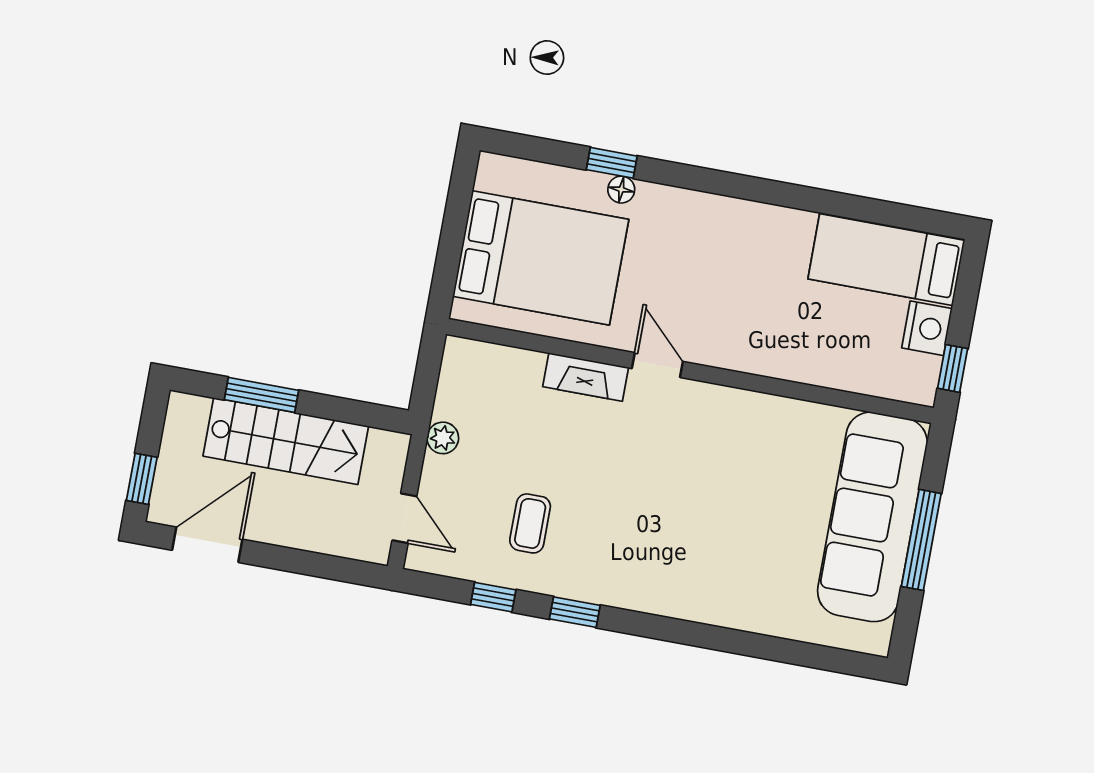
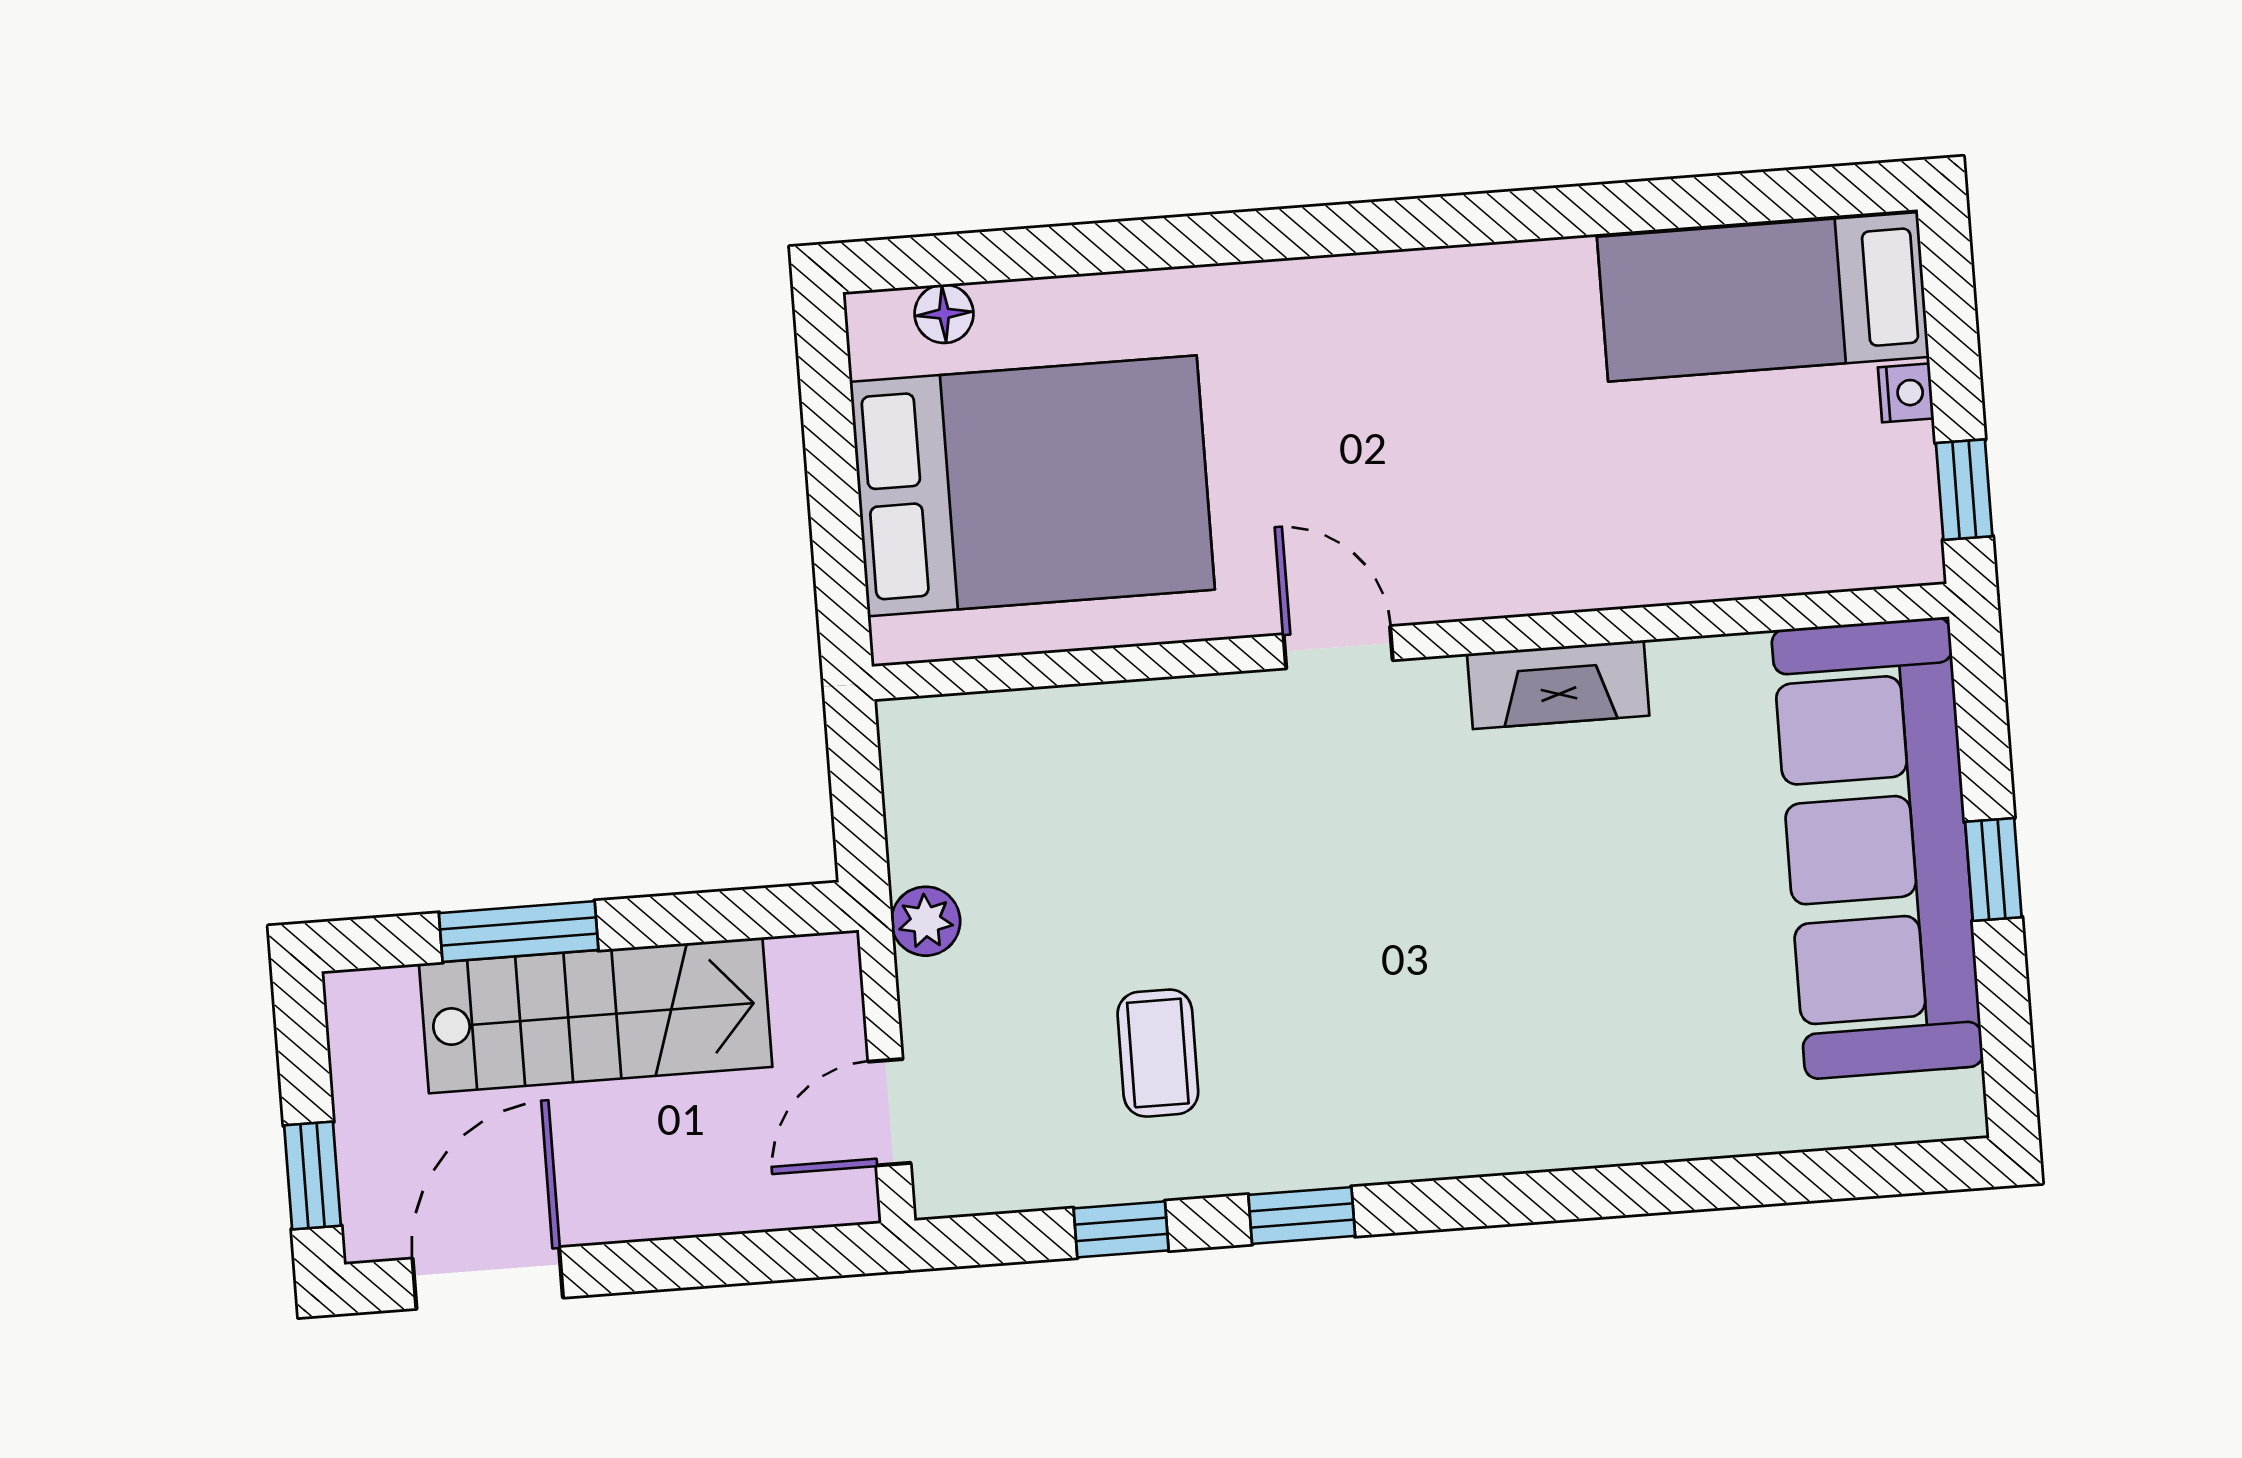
window: (612, 163) -> (1129, 245), removed
floor lamp: (621, 190) -> (944, 314), moved
nightstand: (927, 328) -> (1906, 393), width x0.53, depth x0.56
fireplace: (586, 377) -> (1558, 685), moved
door: (404, 518) -> (889, 1112), swing flipped
window: (921, 540) -> (1993, 870), width x0.46

